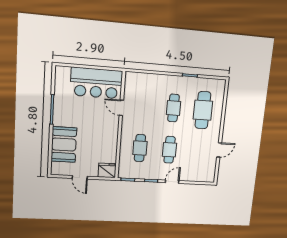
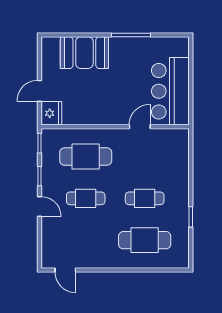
cafe table: (140, 148) -> (86, 157), width x1.37, depth x1.35
door: (219, 150) -> (65, 270), moved
door: (80, 177) -> (39, 91), moved

